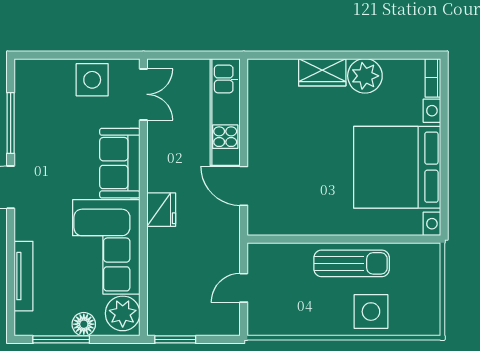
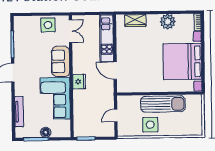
wardrobe: (322, 72) -> (135, 20), moved
sun lounger: (352, 263) -> (163, 104), width x1.36, depth x1.34
side table: (371, 312) -> (150, 125), moved
plant: (123, 313) -> (63, 127), removed

